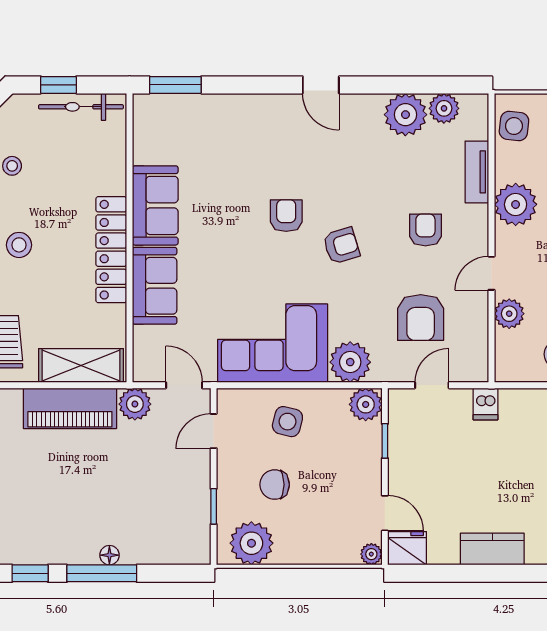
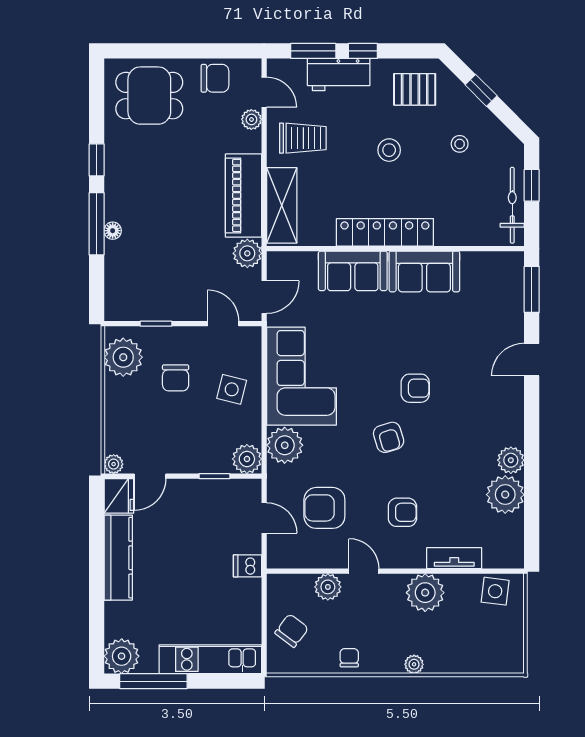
door: (321, 85) -> (532, 360), moved
plant: (444, 108) -> (511, 460), moved
chair: (275, 485) -> (176, 378), turned 180
kitchen counter: (492, 549) -> (118, 558), width x1.50

